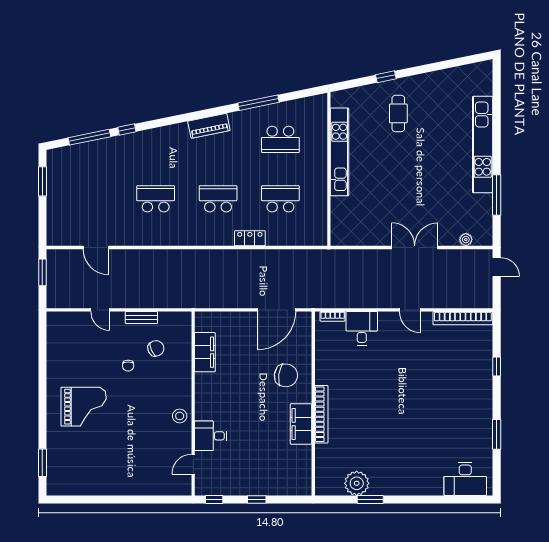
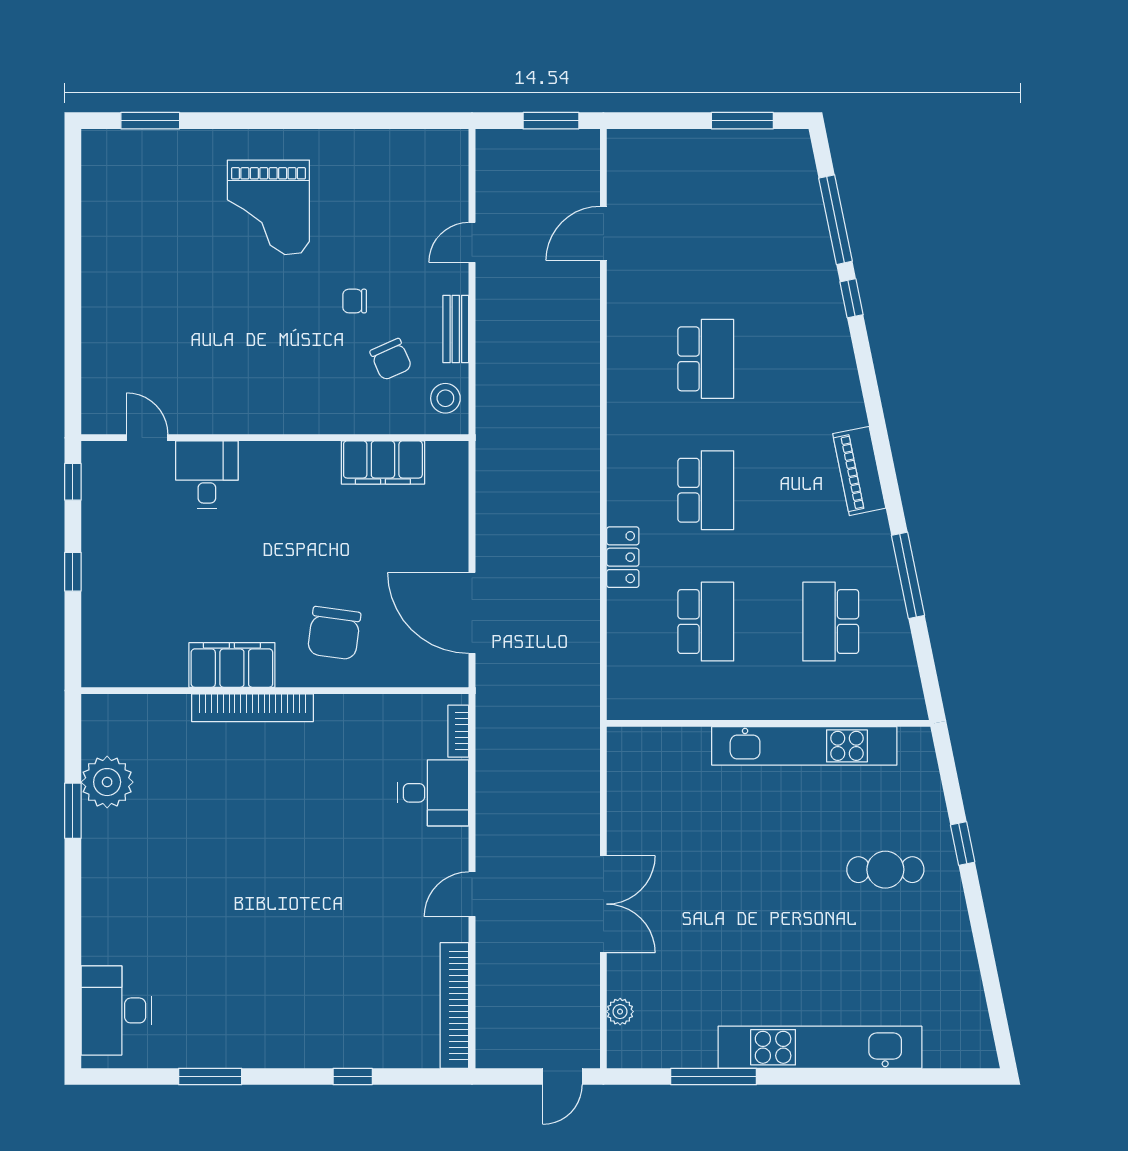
stool: (180, 416) -> (445, 398), moved

